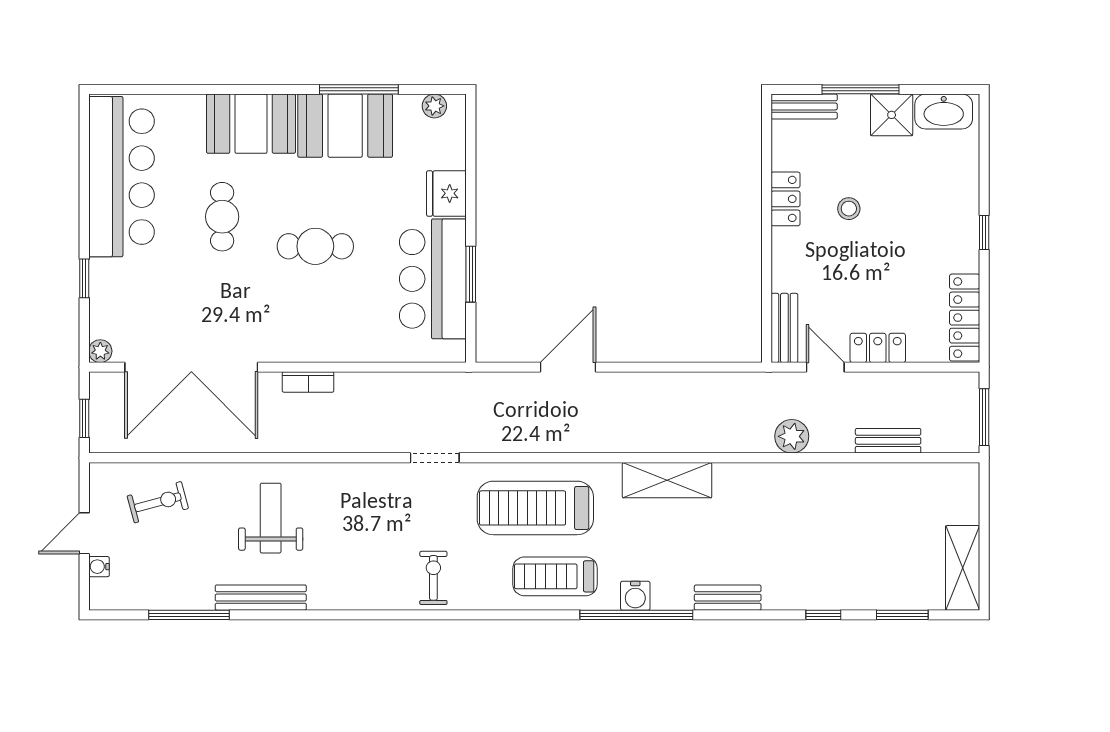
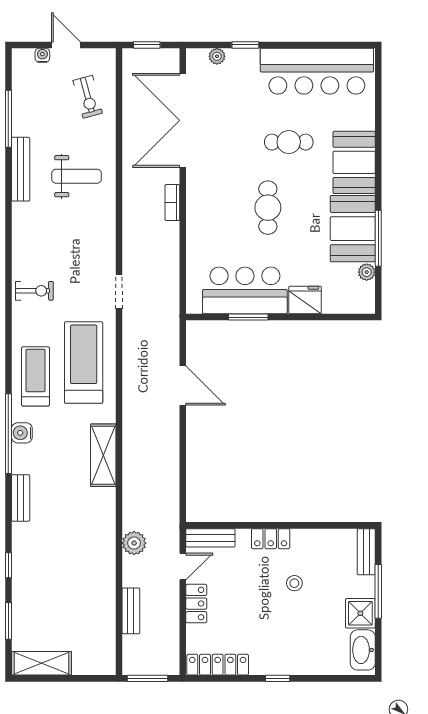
plant: (434, 106) -> (367, 272), moved
locker: (786, 199) -> (271, 539), moved
plant: (100, 351) -> (217, 56), moved

